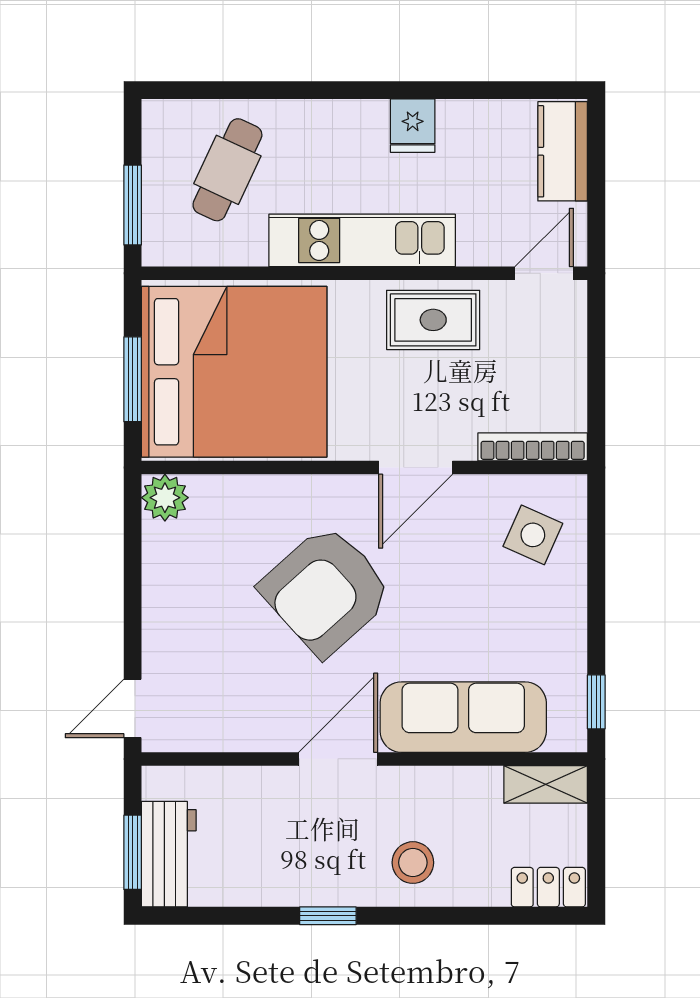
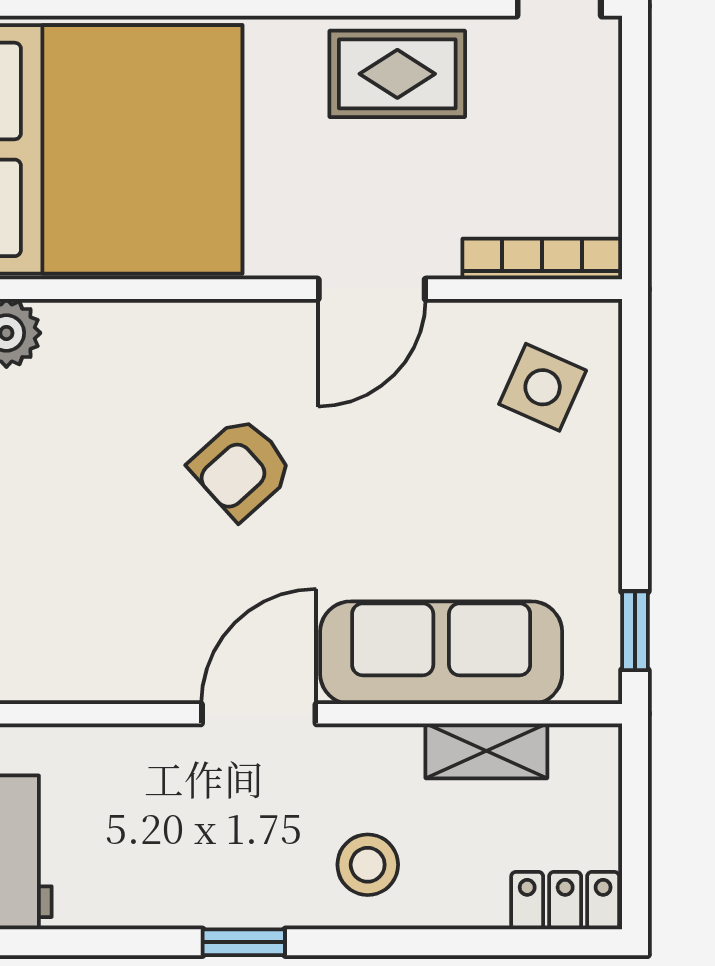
armchair: (326, 590) -> (241, 468), width x0.53, depth x0.53
shelving: (546, 784) -> (486, 751), moved

